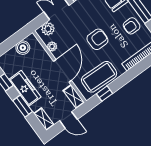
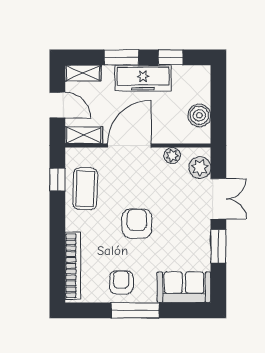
armchair: (97, 39) -> (137, 223), turned 180
door: (62, 71) -> (129, 146), swing flipped
coffee table: (99, 77) -> (85, 189), width x0.73, depth x0.76
door: (68, 120) -> (57, 105), swing flipped

